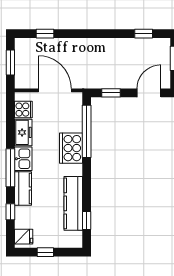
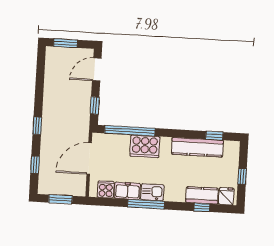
window: (144, 34) -> (37, 126), moved
door: (149, 93) -> (97, 69), hinge flipped
window: (10, 168) -> (146, 204), moved
kitchen counter: (23, 189) -> (202, 195), moved

